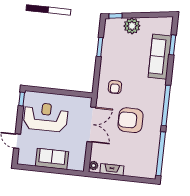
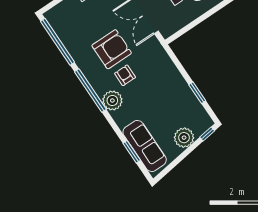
sofa: (160, 57) -> (145, 146), moved
armchair: (115, 87) -> (125, 75), moved
plant: (157, 87) -> (112, 100), added

